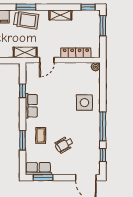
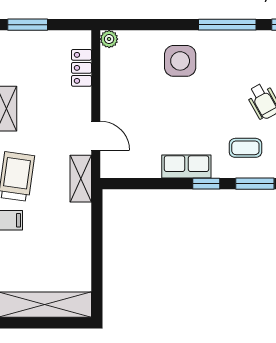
locker: (76, 53) -> (81, 68), width x0.66
window: (23, 91) -> (206, 184), moved

